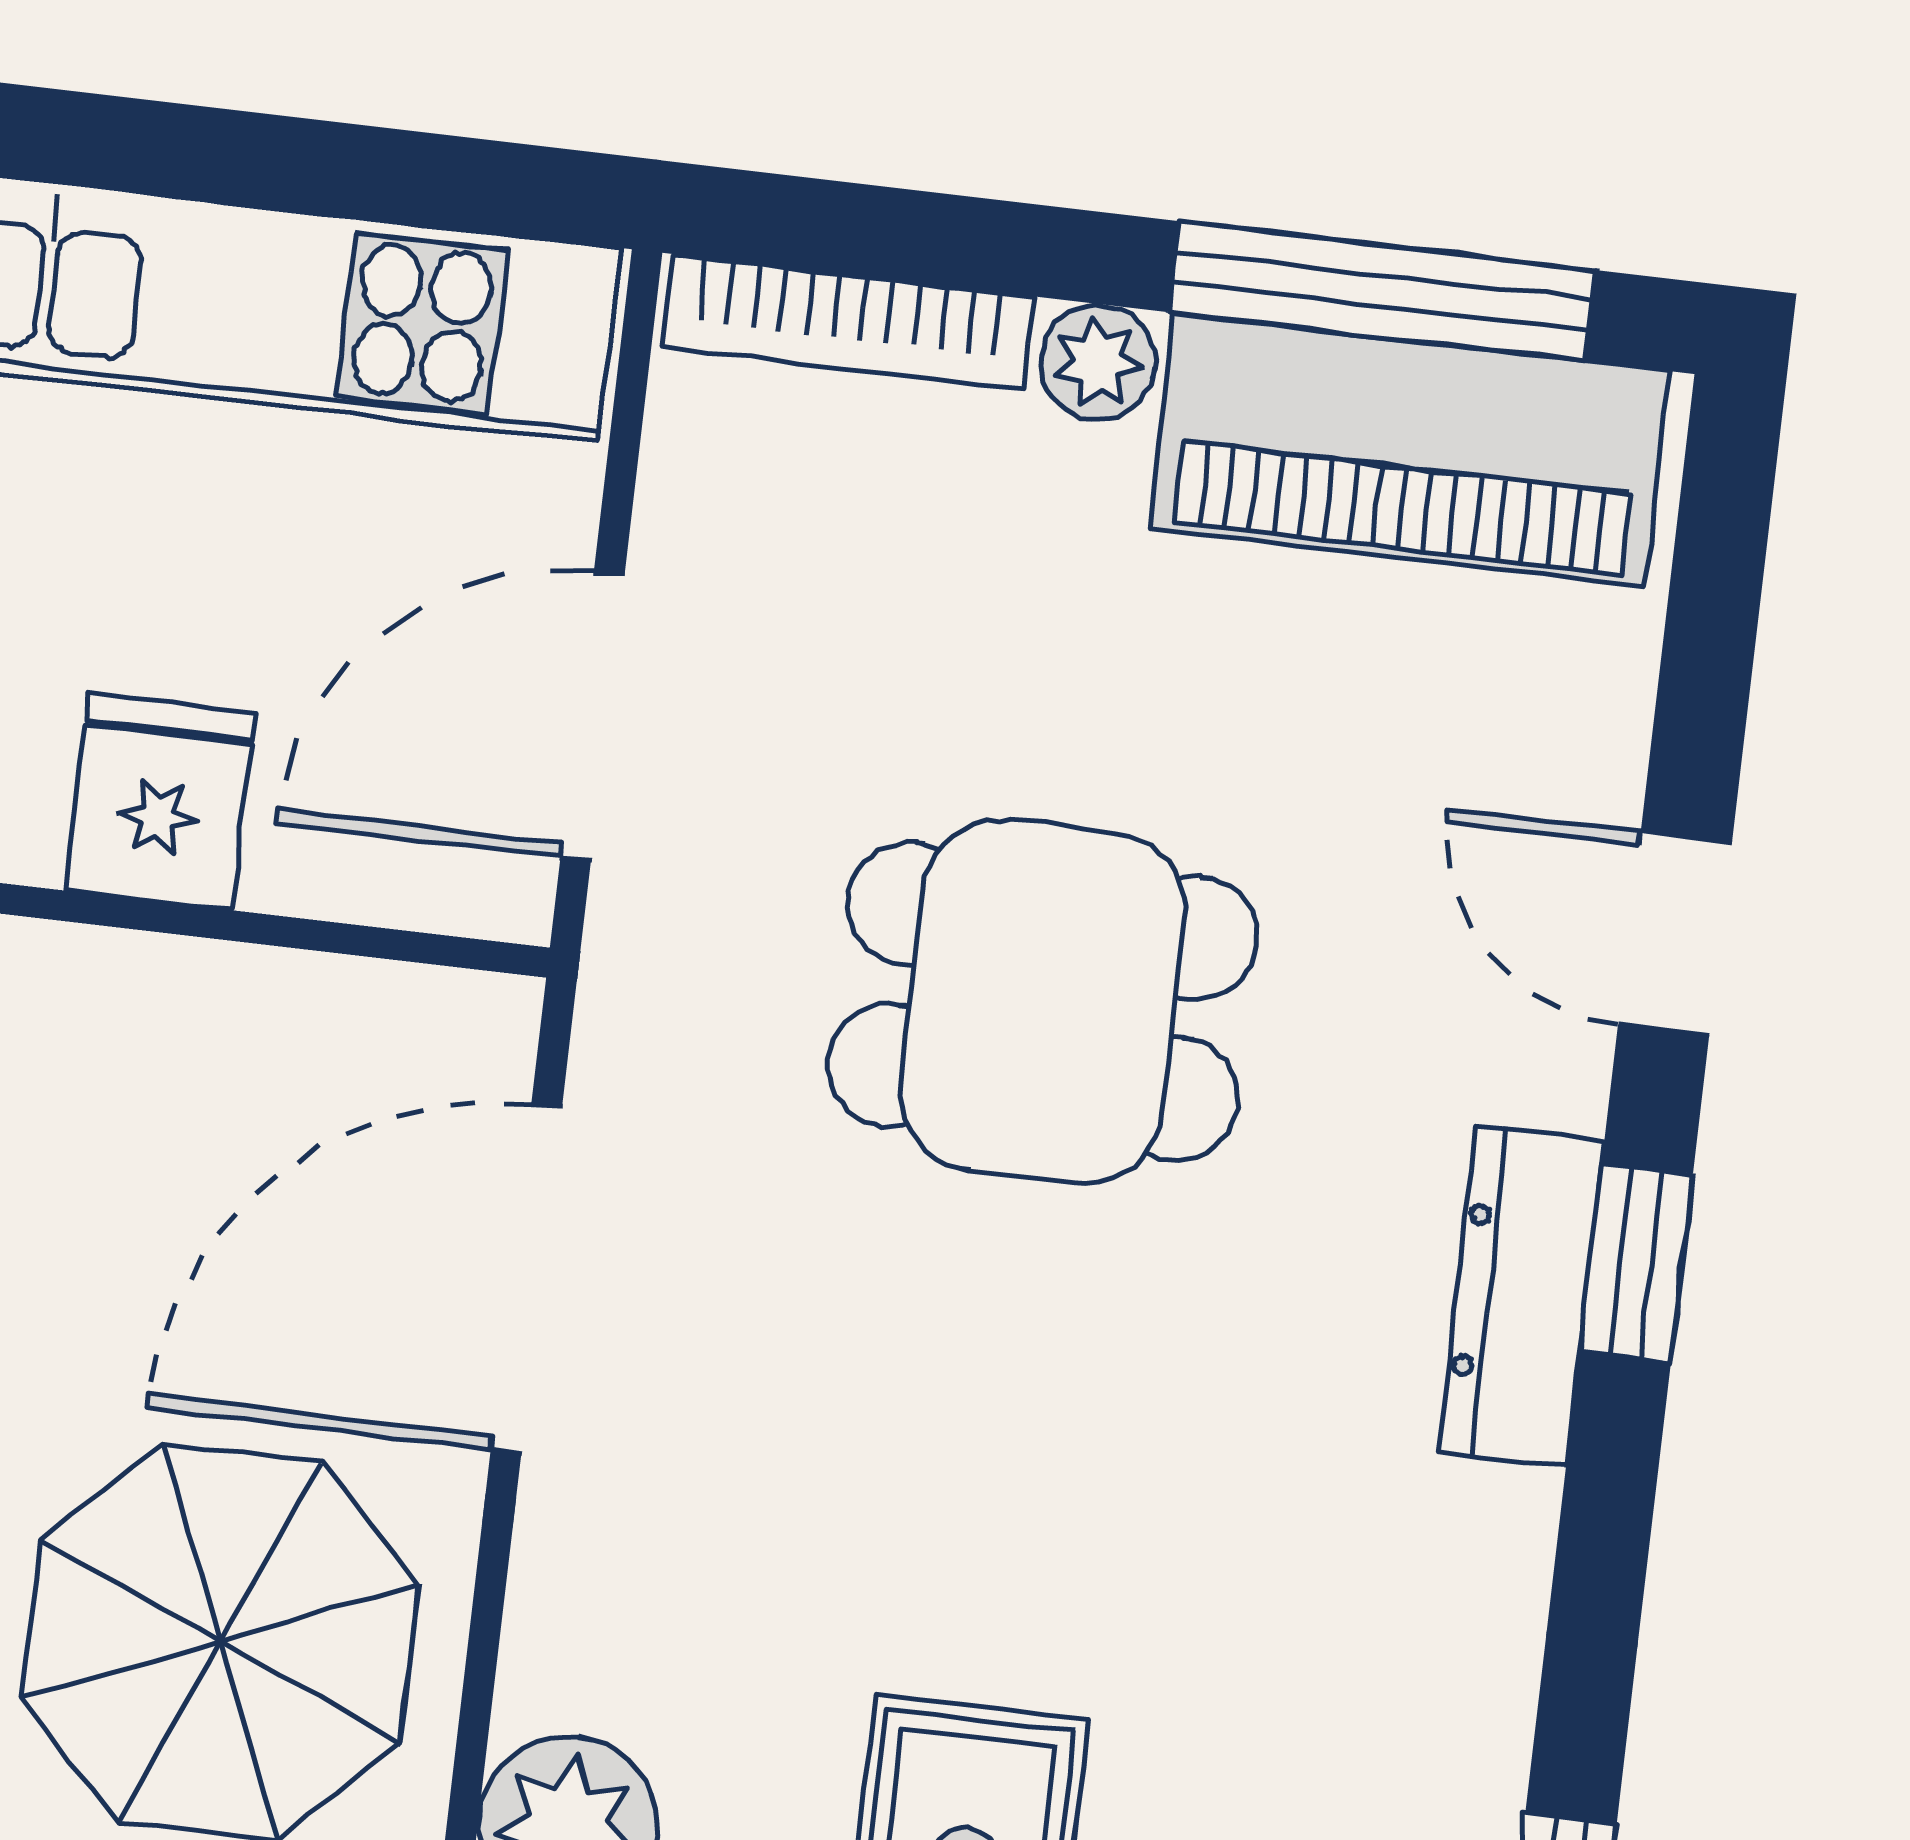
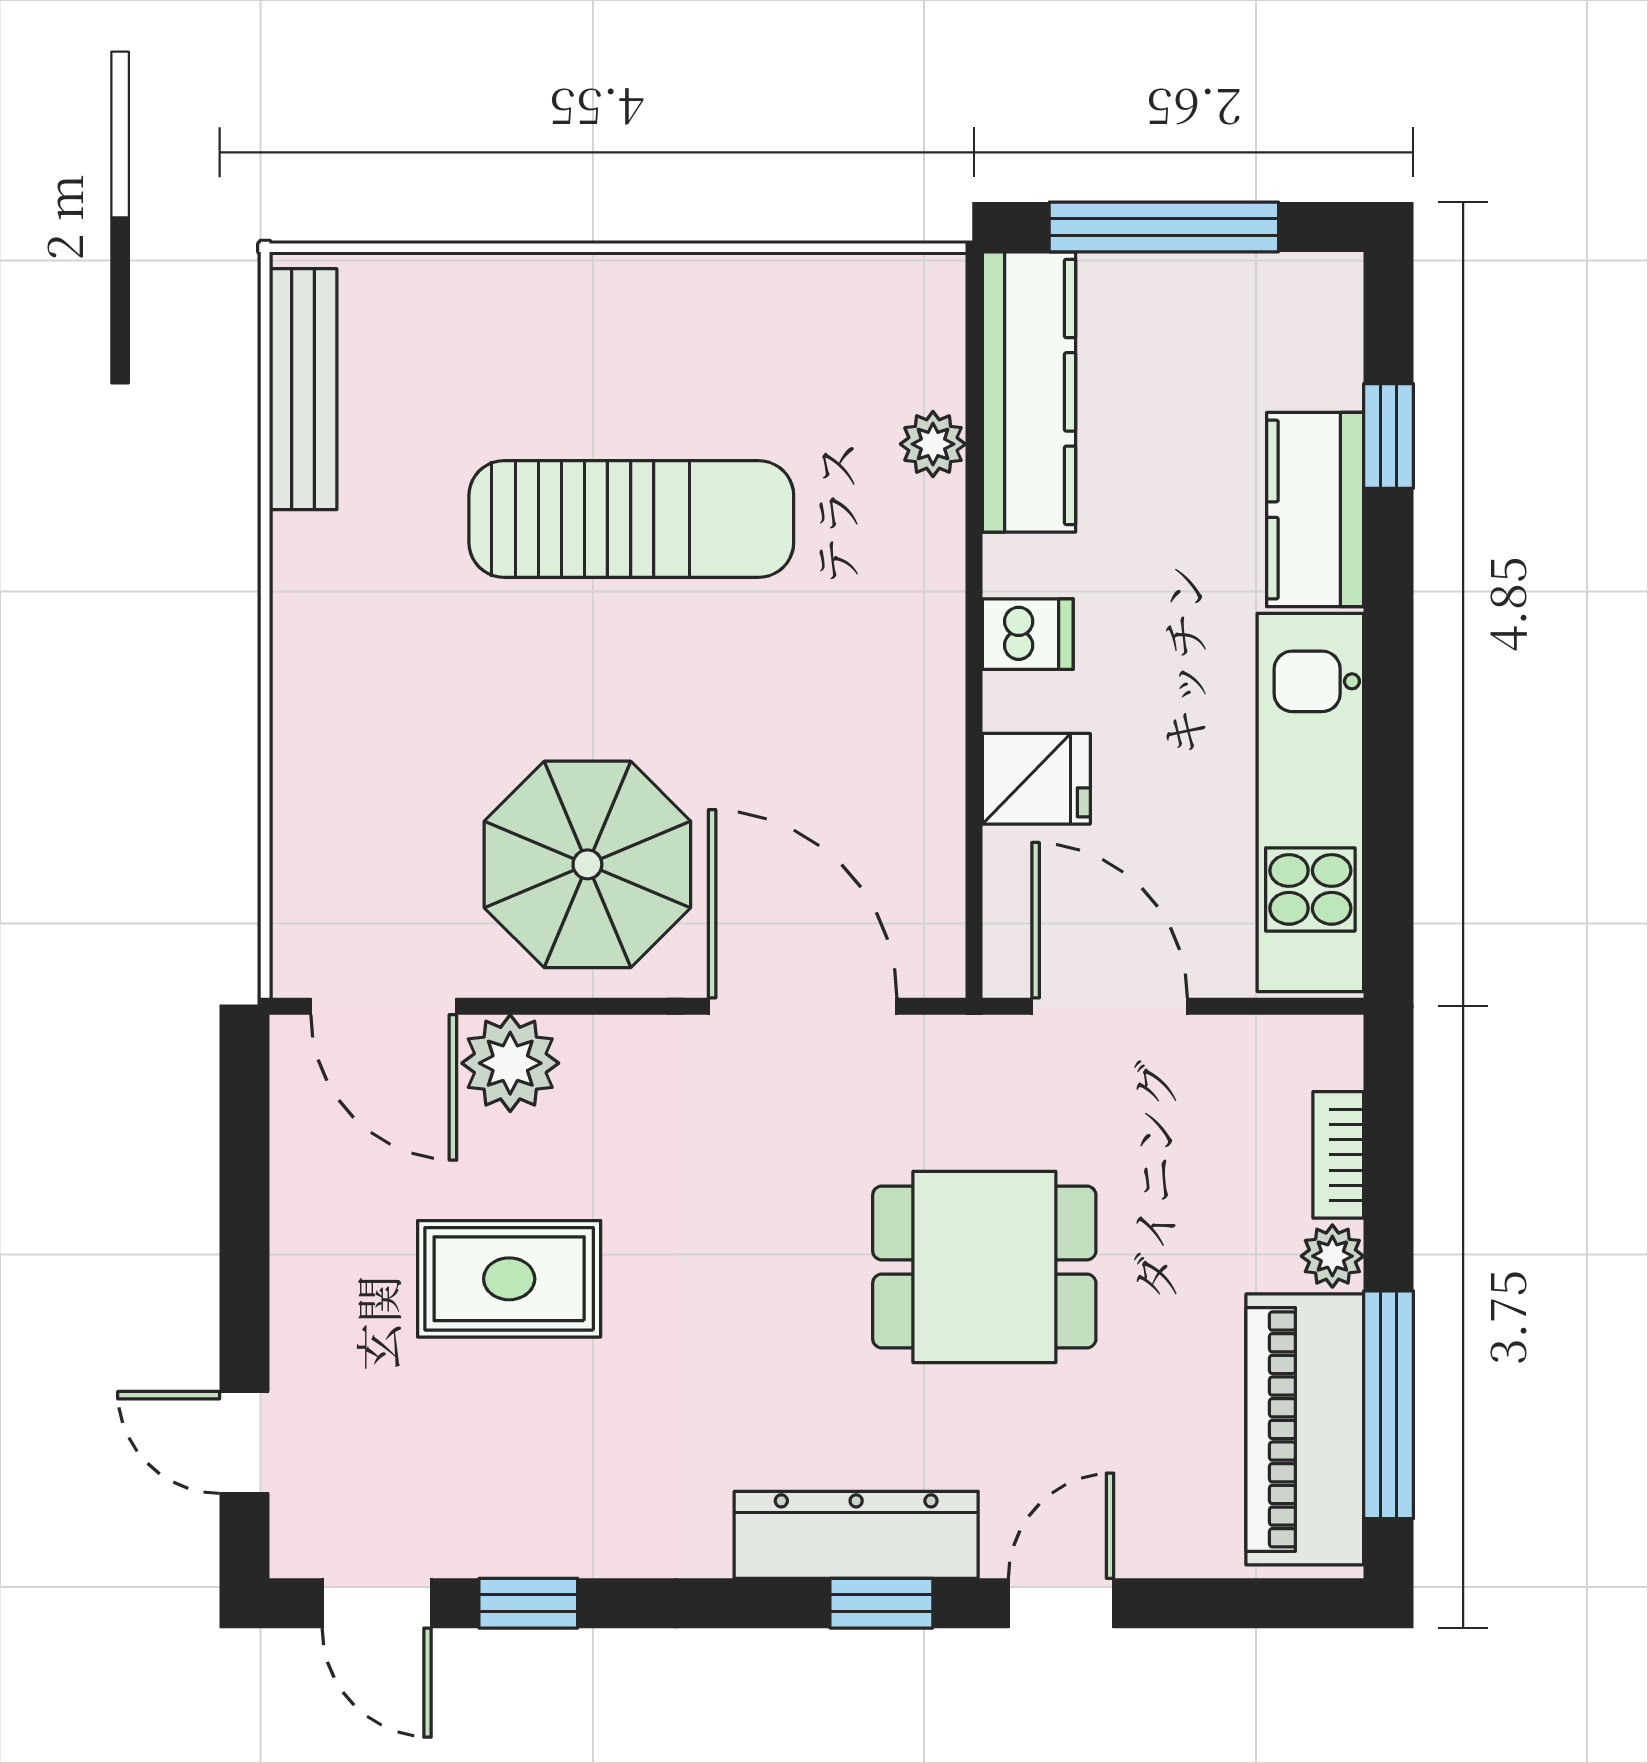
bookcase: (849, 322) -> (1338, 1155), width x0.64
dining table: (1043, 1002) -> (984, 1267), turned 90
dresser: (1521, 1296) -> (856, 1535), width x1.37, depth x1.24

